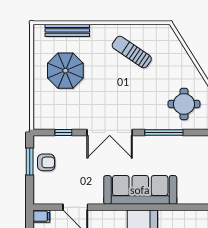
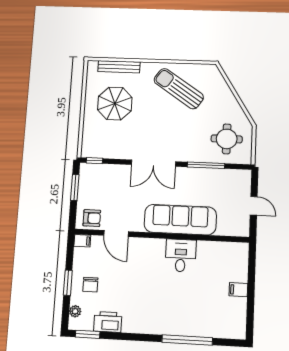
sun lounger: (132, 52) -> (179, 89), width x1.36, depth x1.34
window: (63, 133) -> (94, 161), moved
armchair: (46, 162) -> (92, 218), moved

